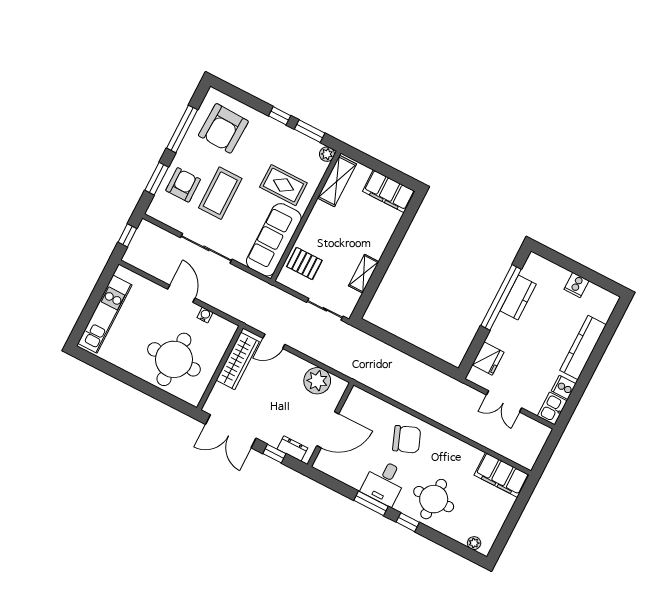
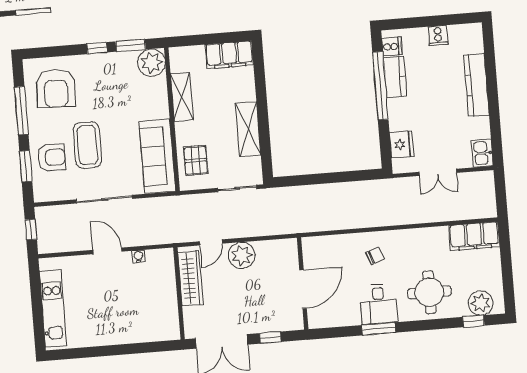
plant: (327, 154) -> (151, 63), width x1.88, depth x1.88
shelving: (337, 181) -> (182, 97), moved
armchair: (183, 185) -> (52, 158), turned 90
rug: (283, 185) -> (137, 105), removed
pallet: (304, 263) -> (196, 160), turned 90
shelving: (364, 274) -> (248, 129), width x1.50, depth x1.33
round table: (174, 359) -> (136, 310), removed
plant: (317, 381) -> (242, 255), moved
cooker: (564, 387) -> (392, 47), moved, turned 180
chair: (407, 439) -> (375, 256), width x0.54, depth x0.54
dresser: (292, 449) -> (283, 324), removed
window: (408, 522) -> (473, 321), moved
plant: (474, 543) -> (481, 303), width x1.87, depth x1.87

